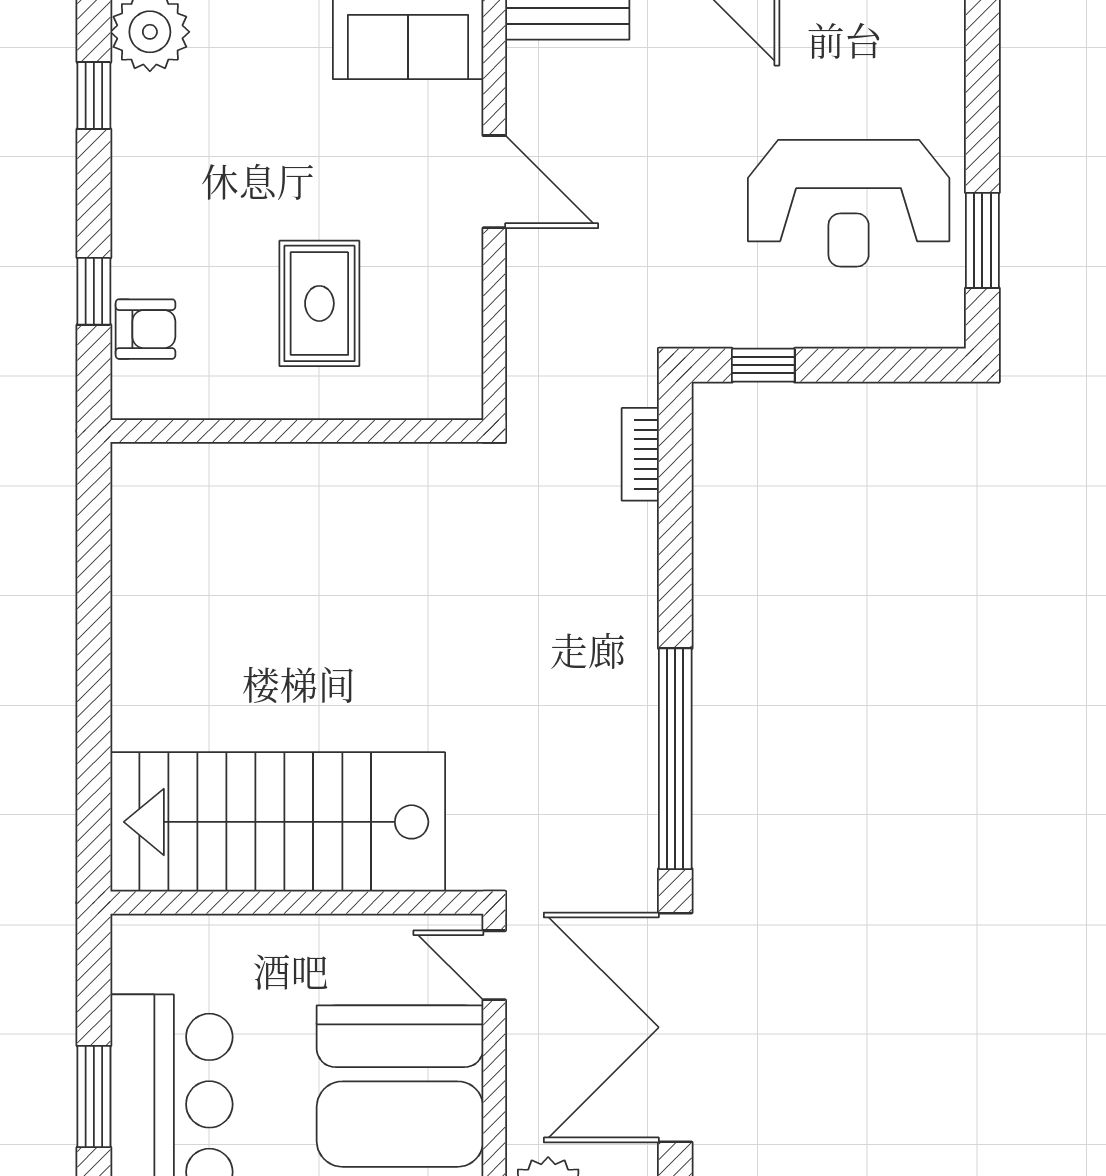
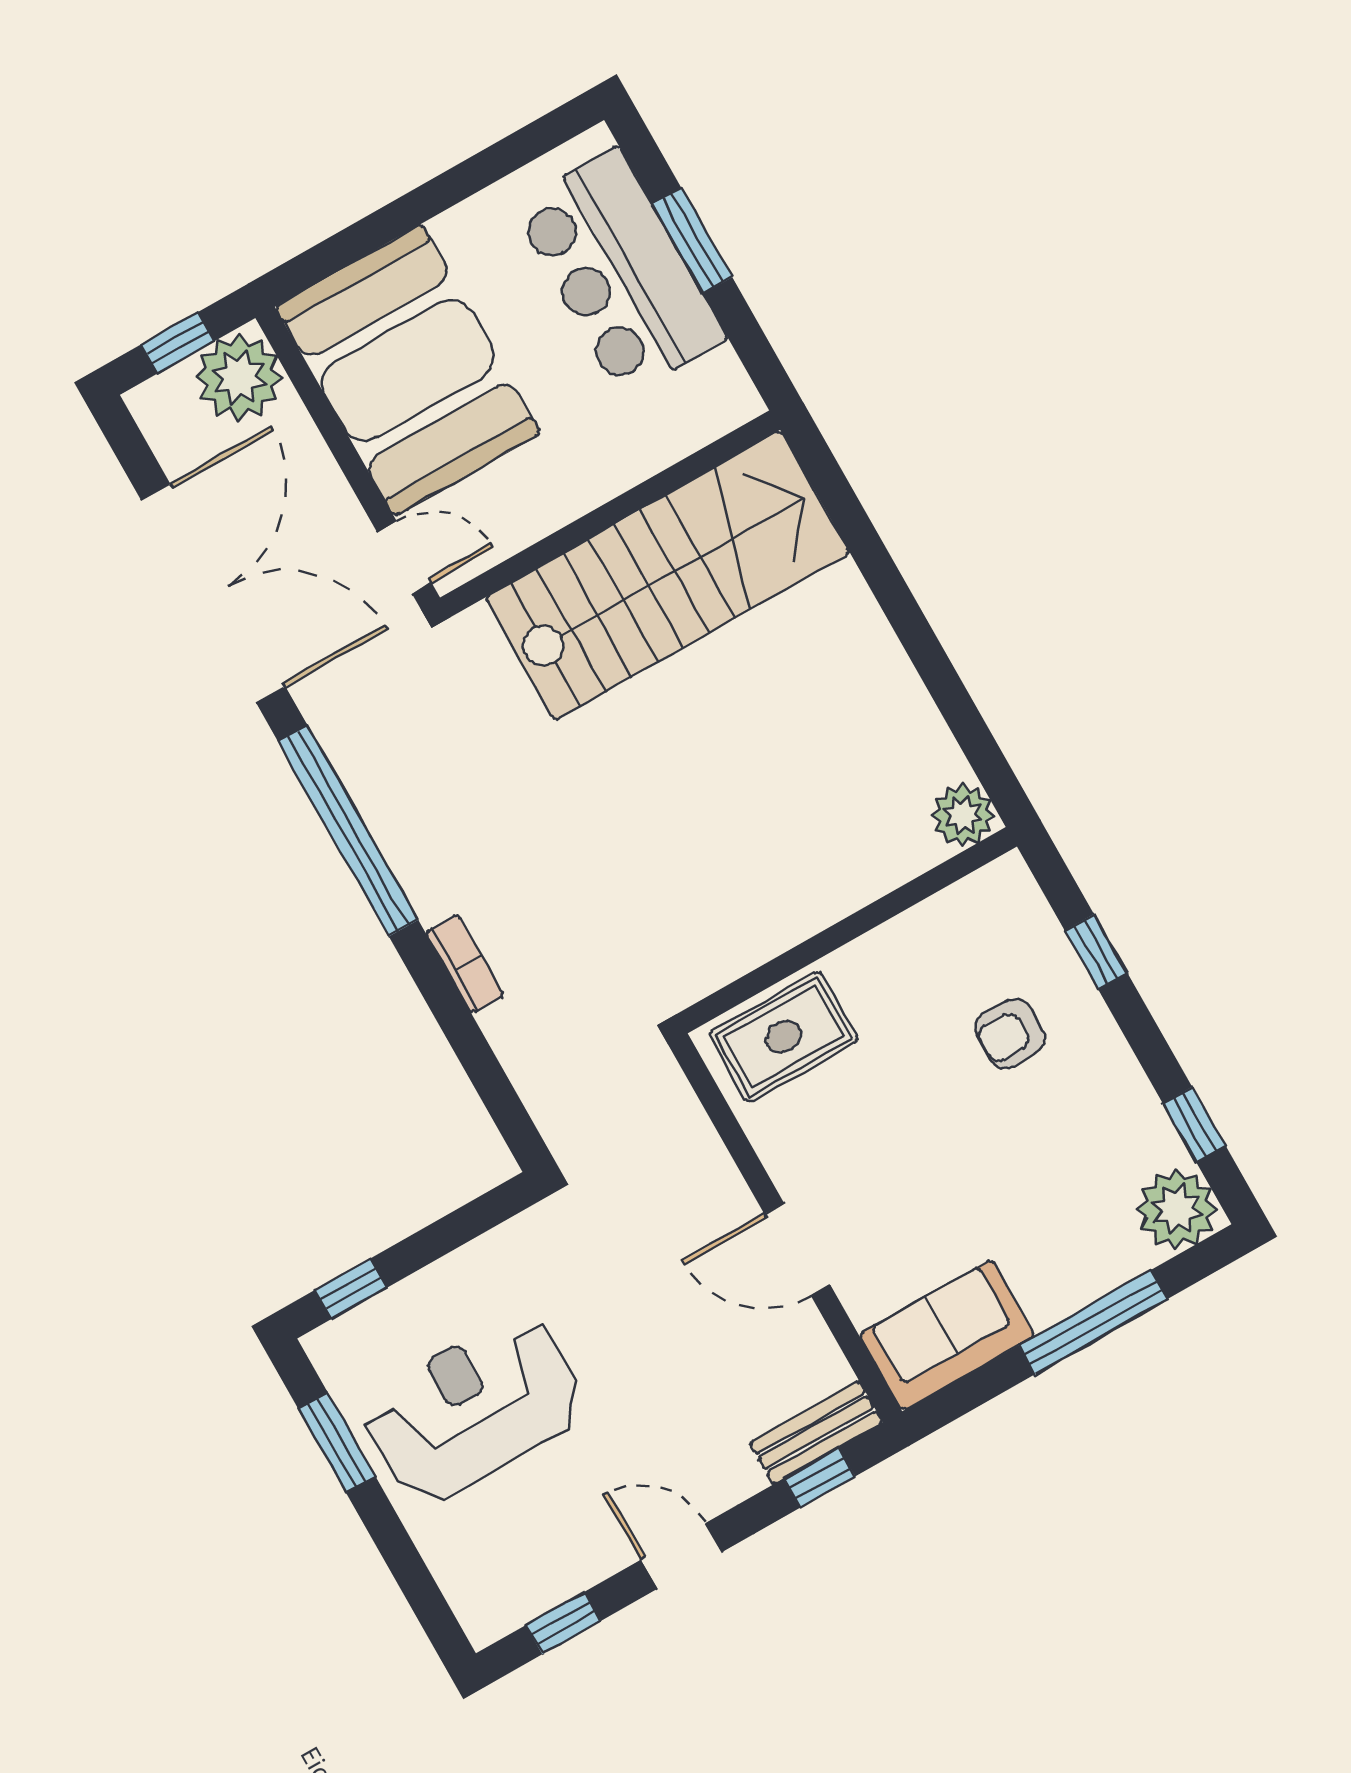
rug: (319, 303) -> (783, 1037), moved, turned 90
armchair: (146, 329) -> (1010, 1034), moved
window: (763, 365) -> (351, 1289), moved
bookcase: (640, 454) -> (465, 964), moved
plant: (141, 473) -> (963, 815), added

